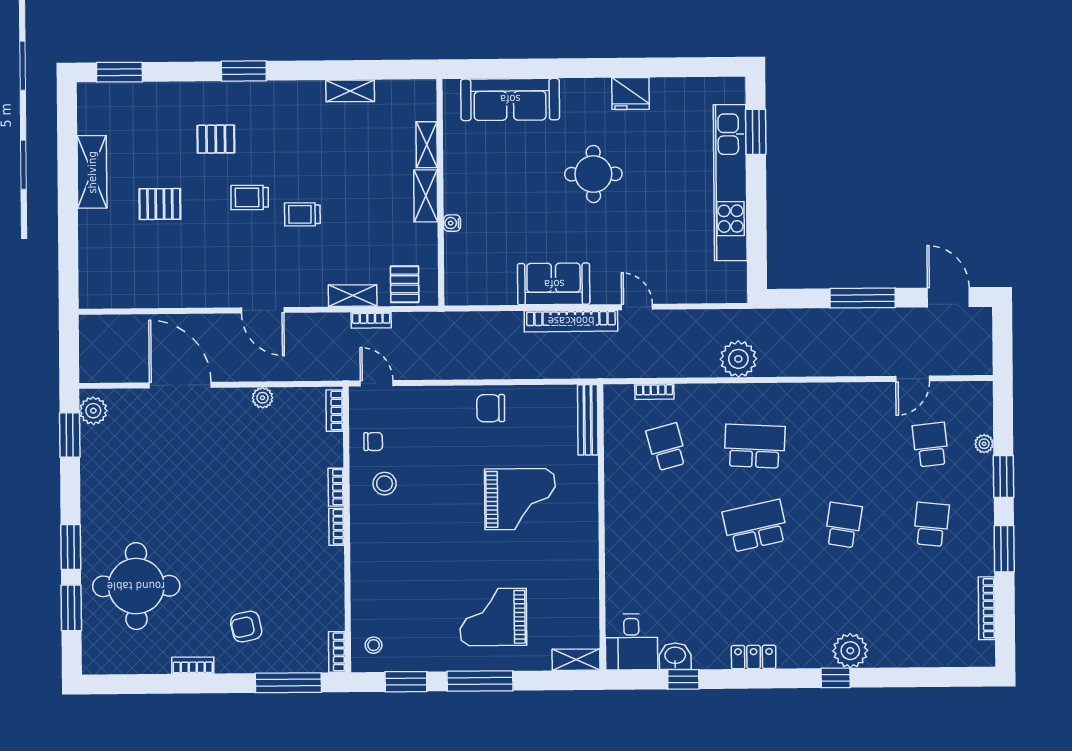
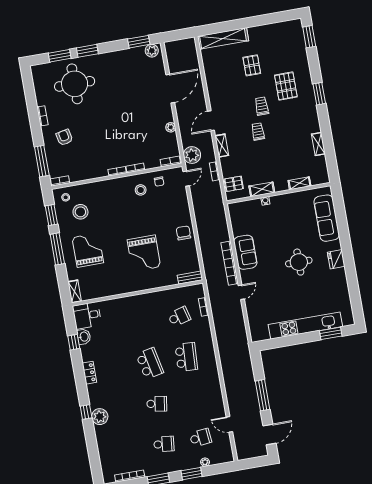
fridge: (630, 94) -> (336, 259), moved
pallet: (216, 139) -> (286, 86), width x1.50, depth x1.42
shelving: (92, 172) -> (223, 38), moved, width x1.47
shelving: (426, 196) -> (262, 189), moved
shelving: (353, 296) -> (222, 146), moved
plant: (738, 359) -> (192, 155), moved
bench: (588, 420) -> (190, 278), width x0.73
stool: (409, 619) -> (80, 212), added

